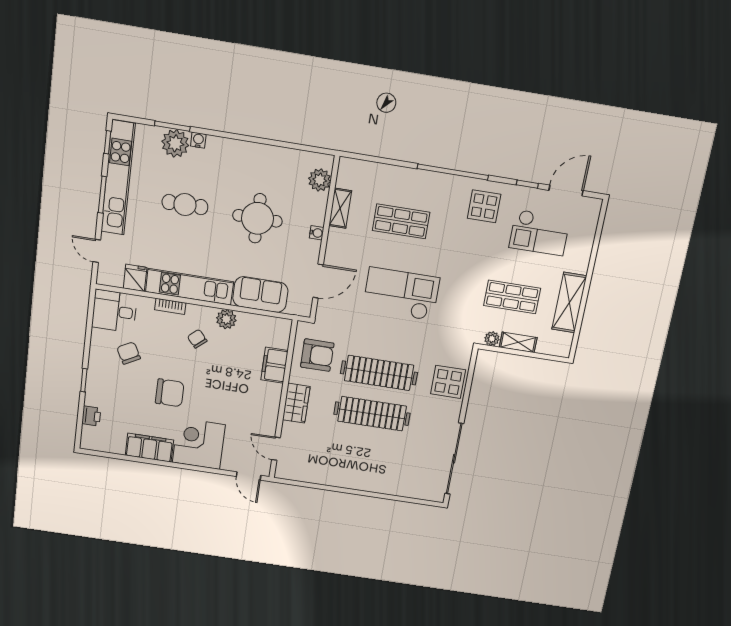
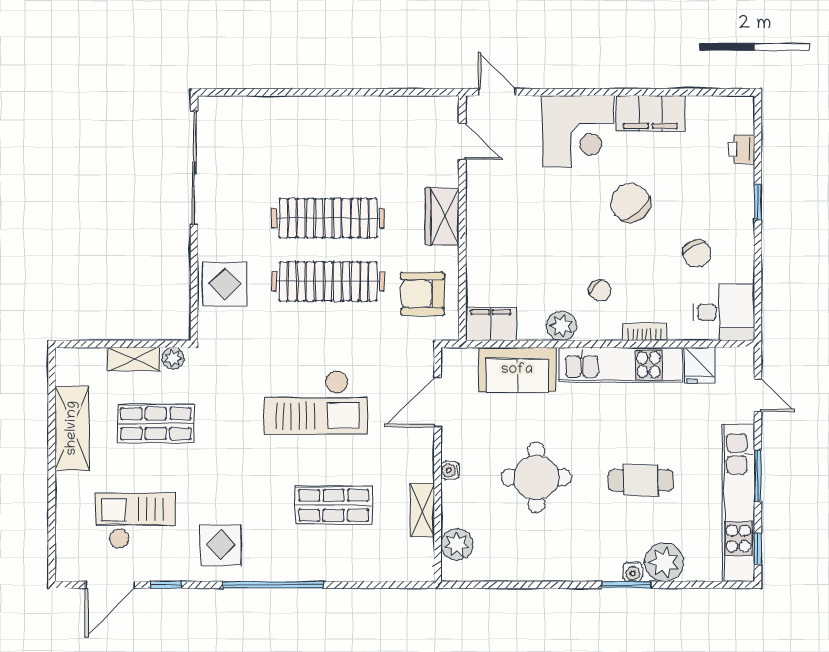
window: (172, 126) -> (626, 585), moved
filing cabinet: (275, 365) -> (491, 324), moved, turned -90
chair: (170, 393) -> (630, 203), turned 49

